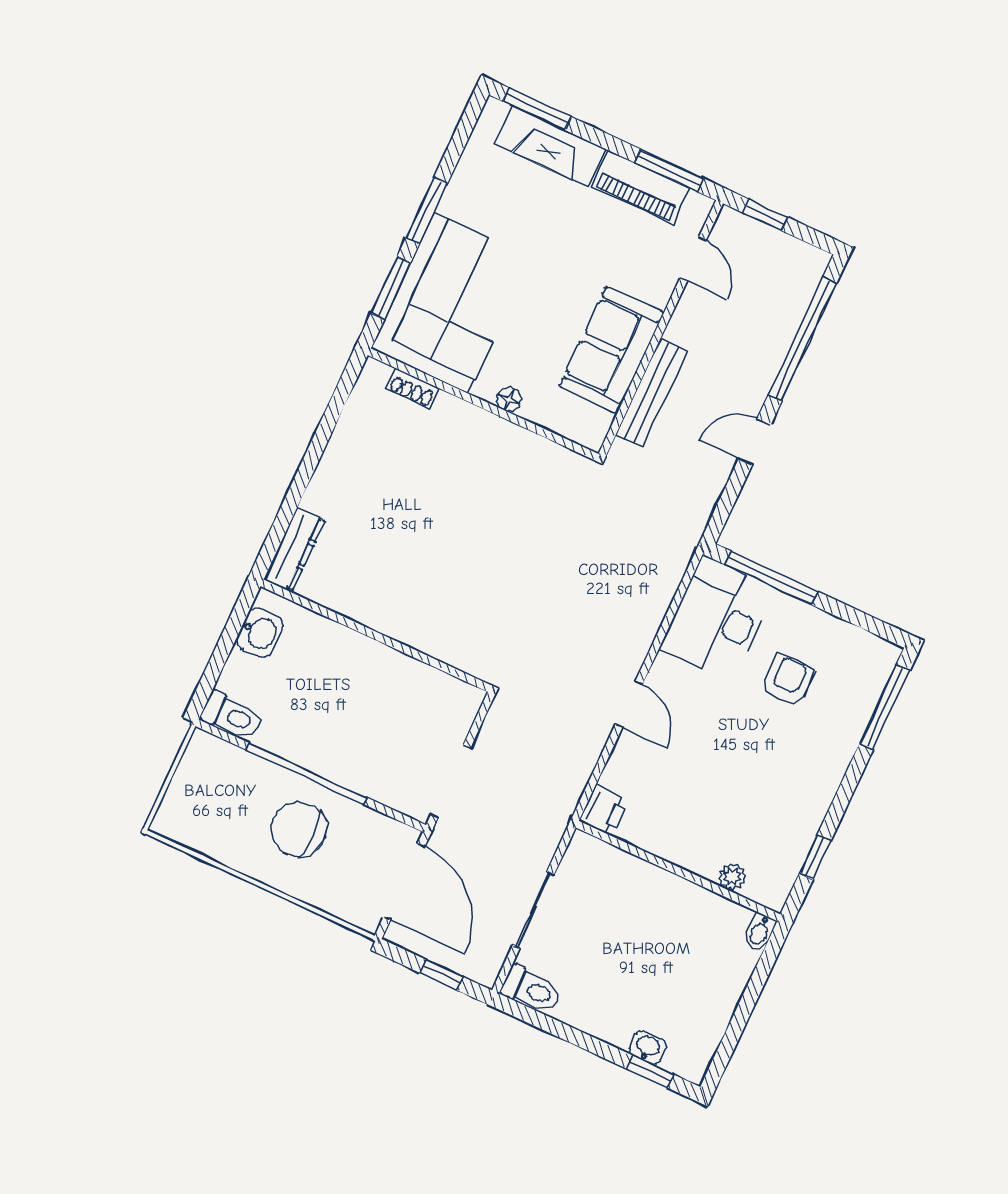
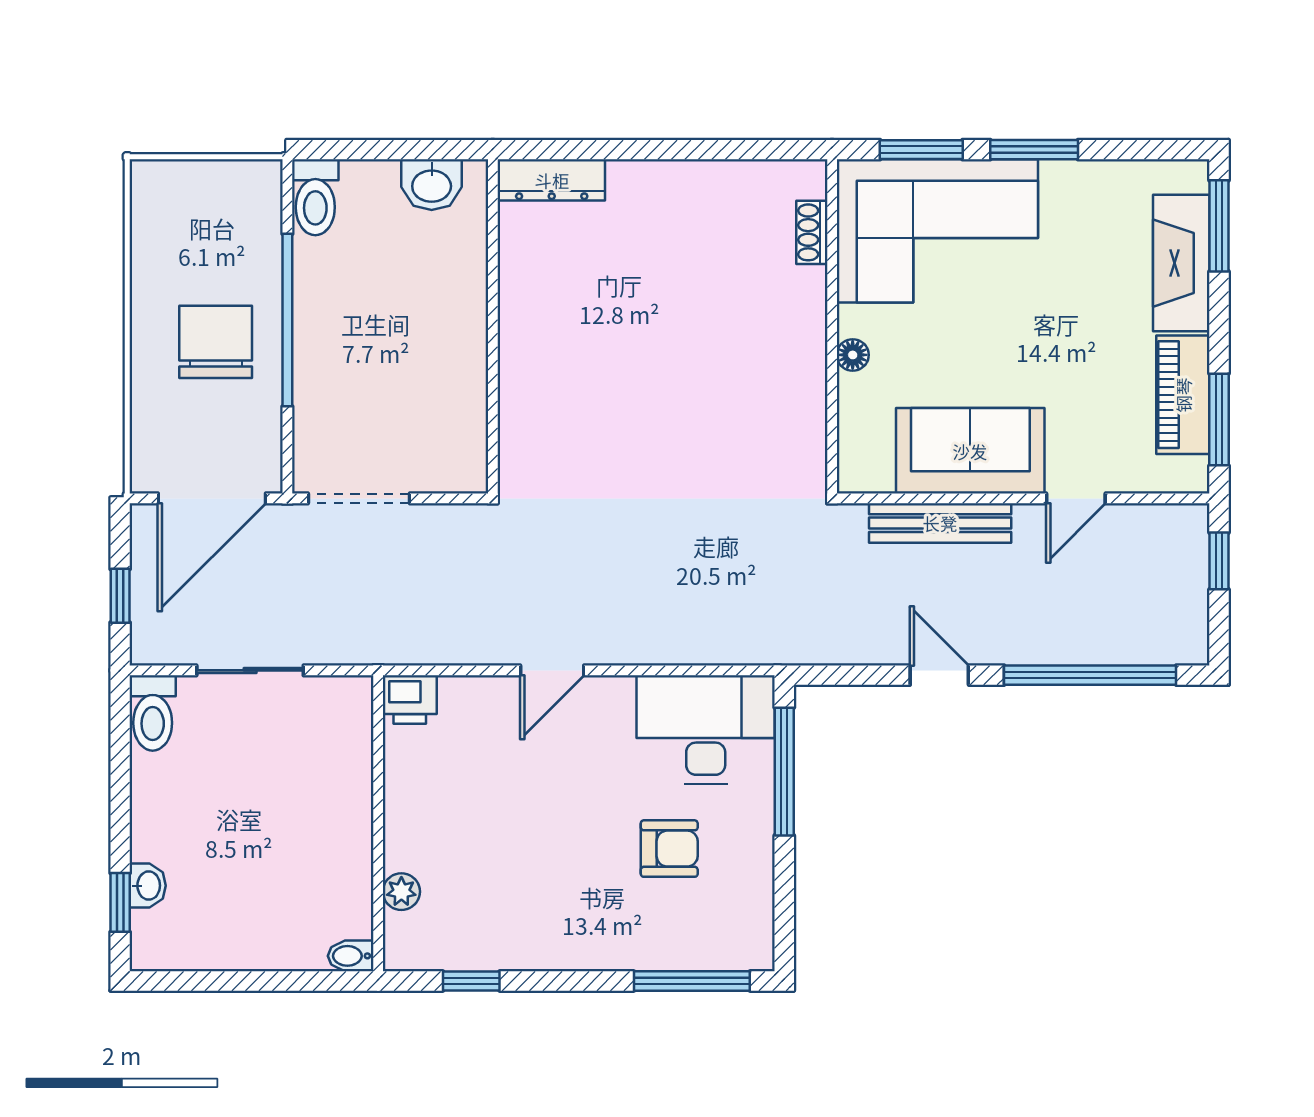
door: (693, 259) -> (1076, 498), moved

